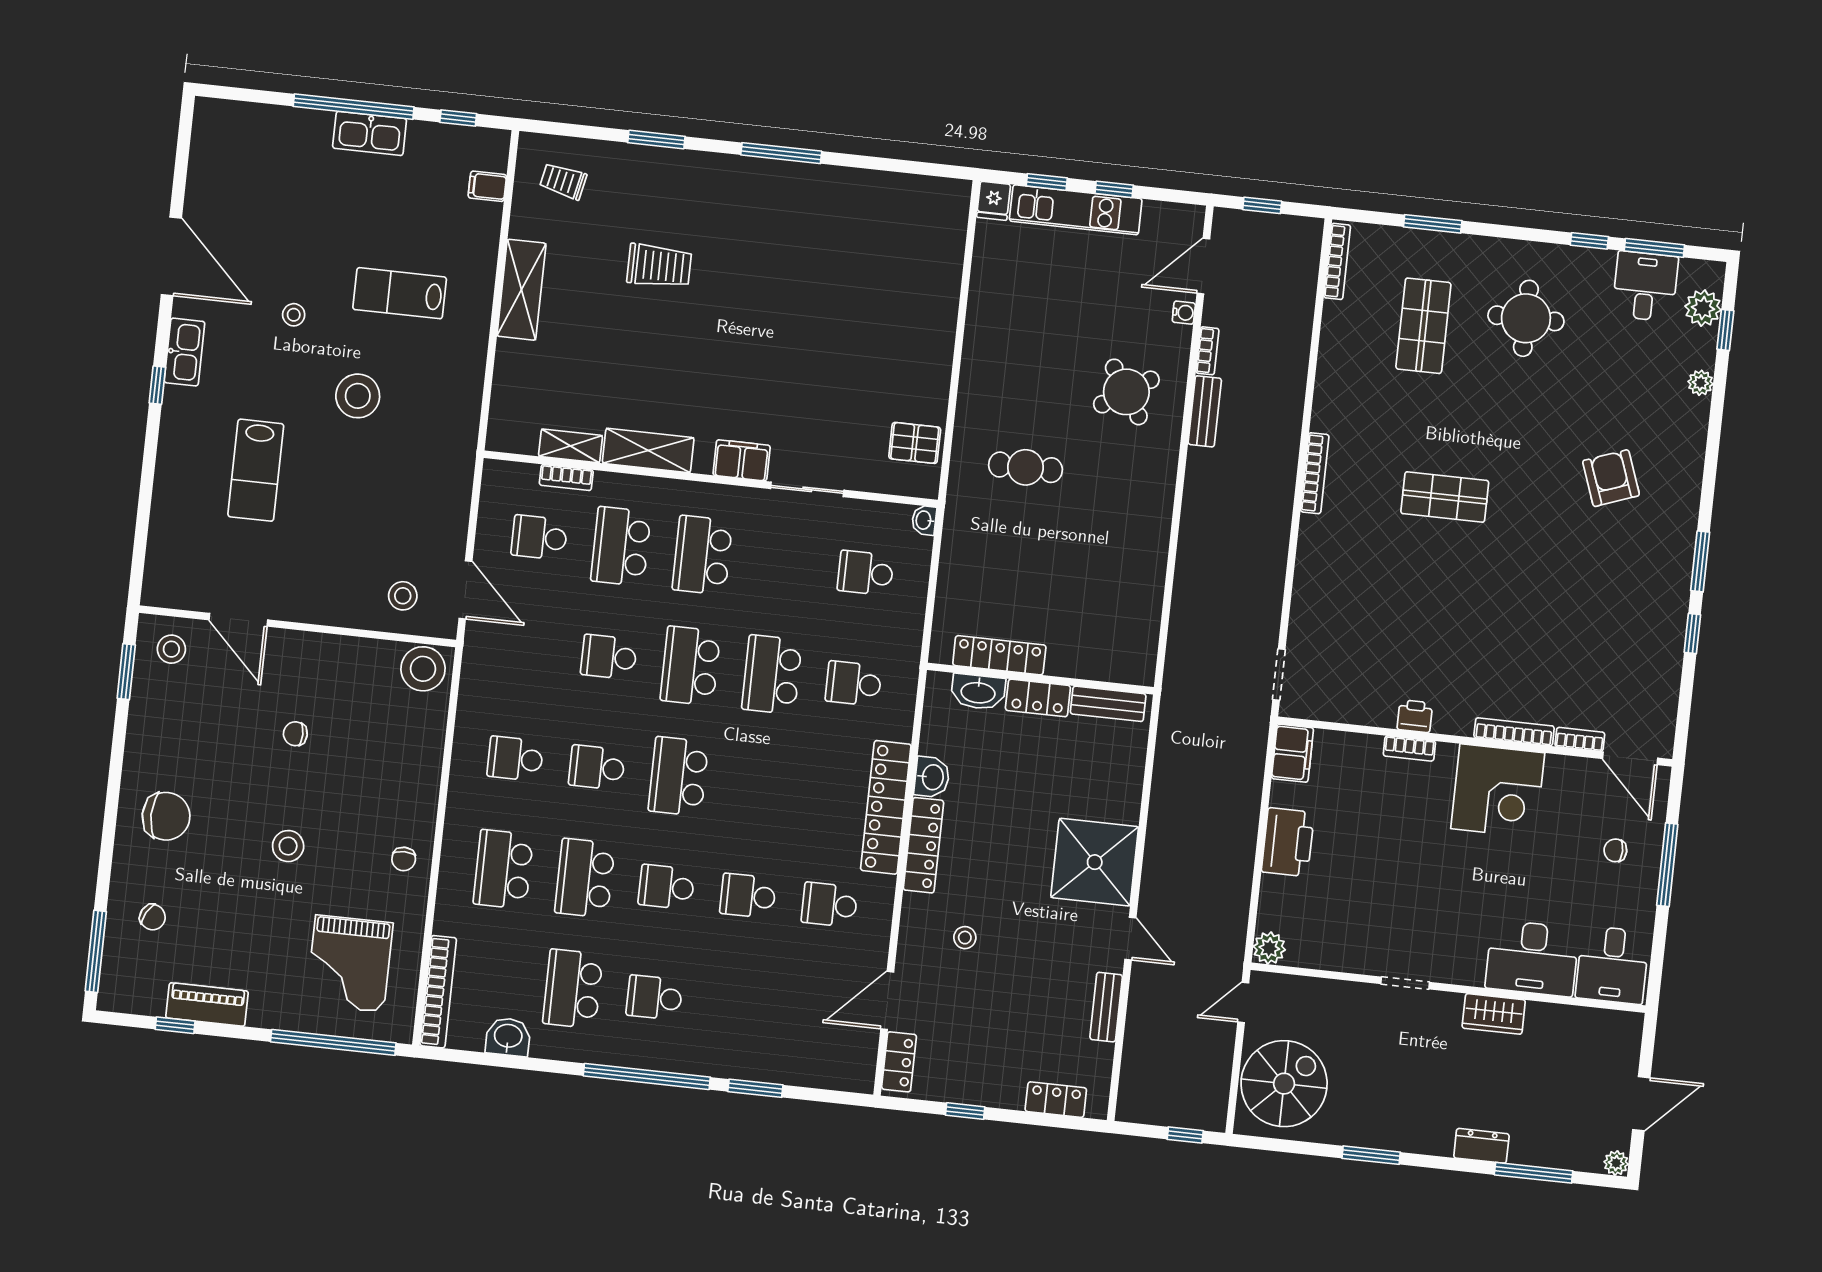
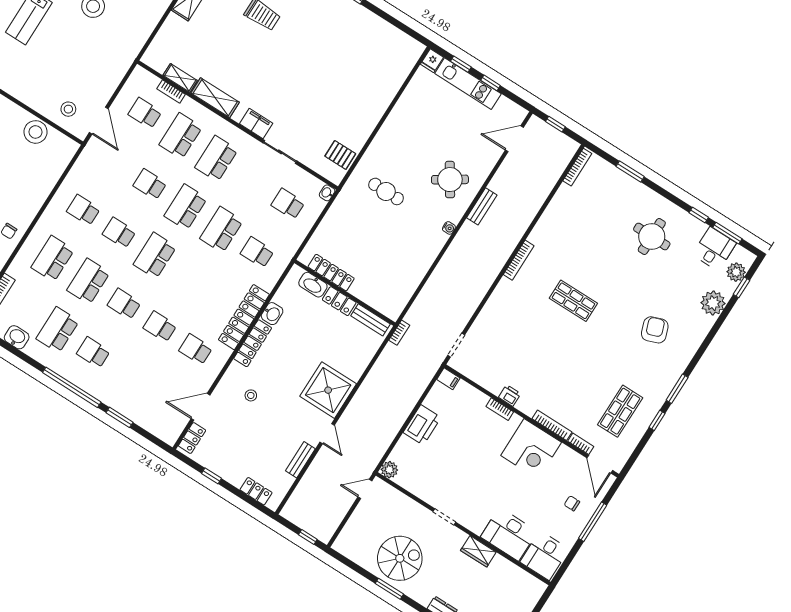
water cooler: (1184, 313) -> (449, 228), moved
shop shelf: (1423, 326) -> (620, 411), moved
bookcase: (1207, 351) -> (399, 333), moved
plant: (1700, 383) -> (713, 303), width x1.88, depth x1.88
stool: (423, 669) -> (36, 132), moved
filing cabinet: (1292, 753) -> (448, 379), width x0.50
spiral stairs: (1284, 1084) -> (400, 558), moved

